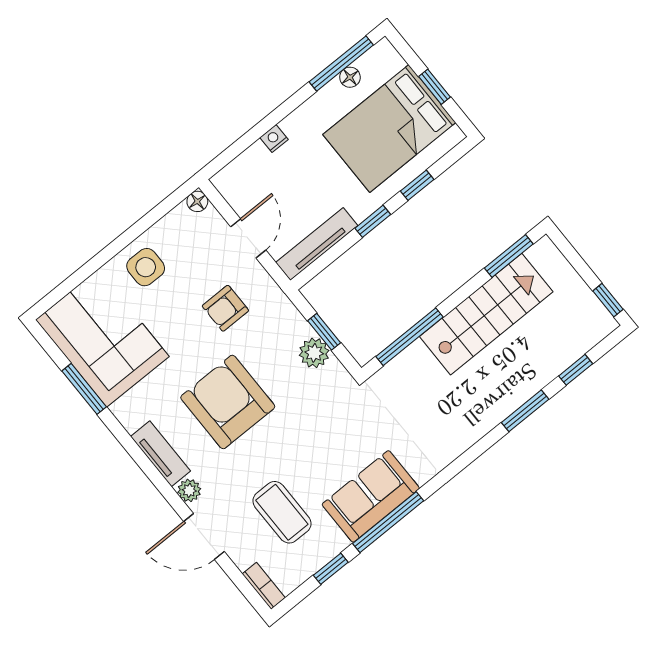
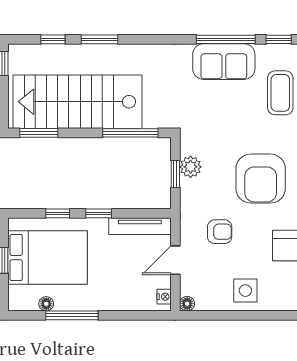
window: (341, 63) -> (72, 315), moved
nightstand: (274, 139) -> (164, 297), moved, turned -90
stairs: (486, 314) -> (77, 102), width x1.36, depth x1.51

